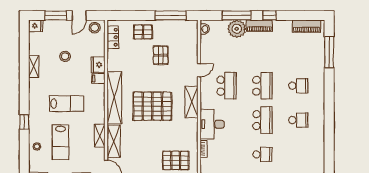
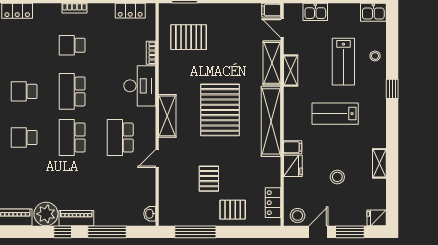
plant: (237, 29) -> (46, 214), moved
pallet: (152, 106) -> (220, 110), turned 90
lab bench: (60, 142) -> (343, 62), turned 180

